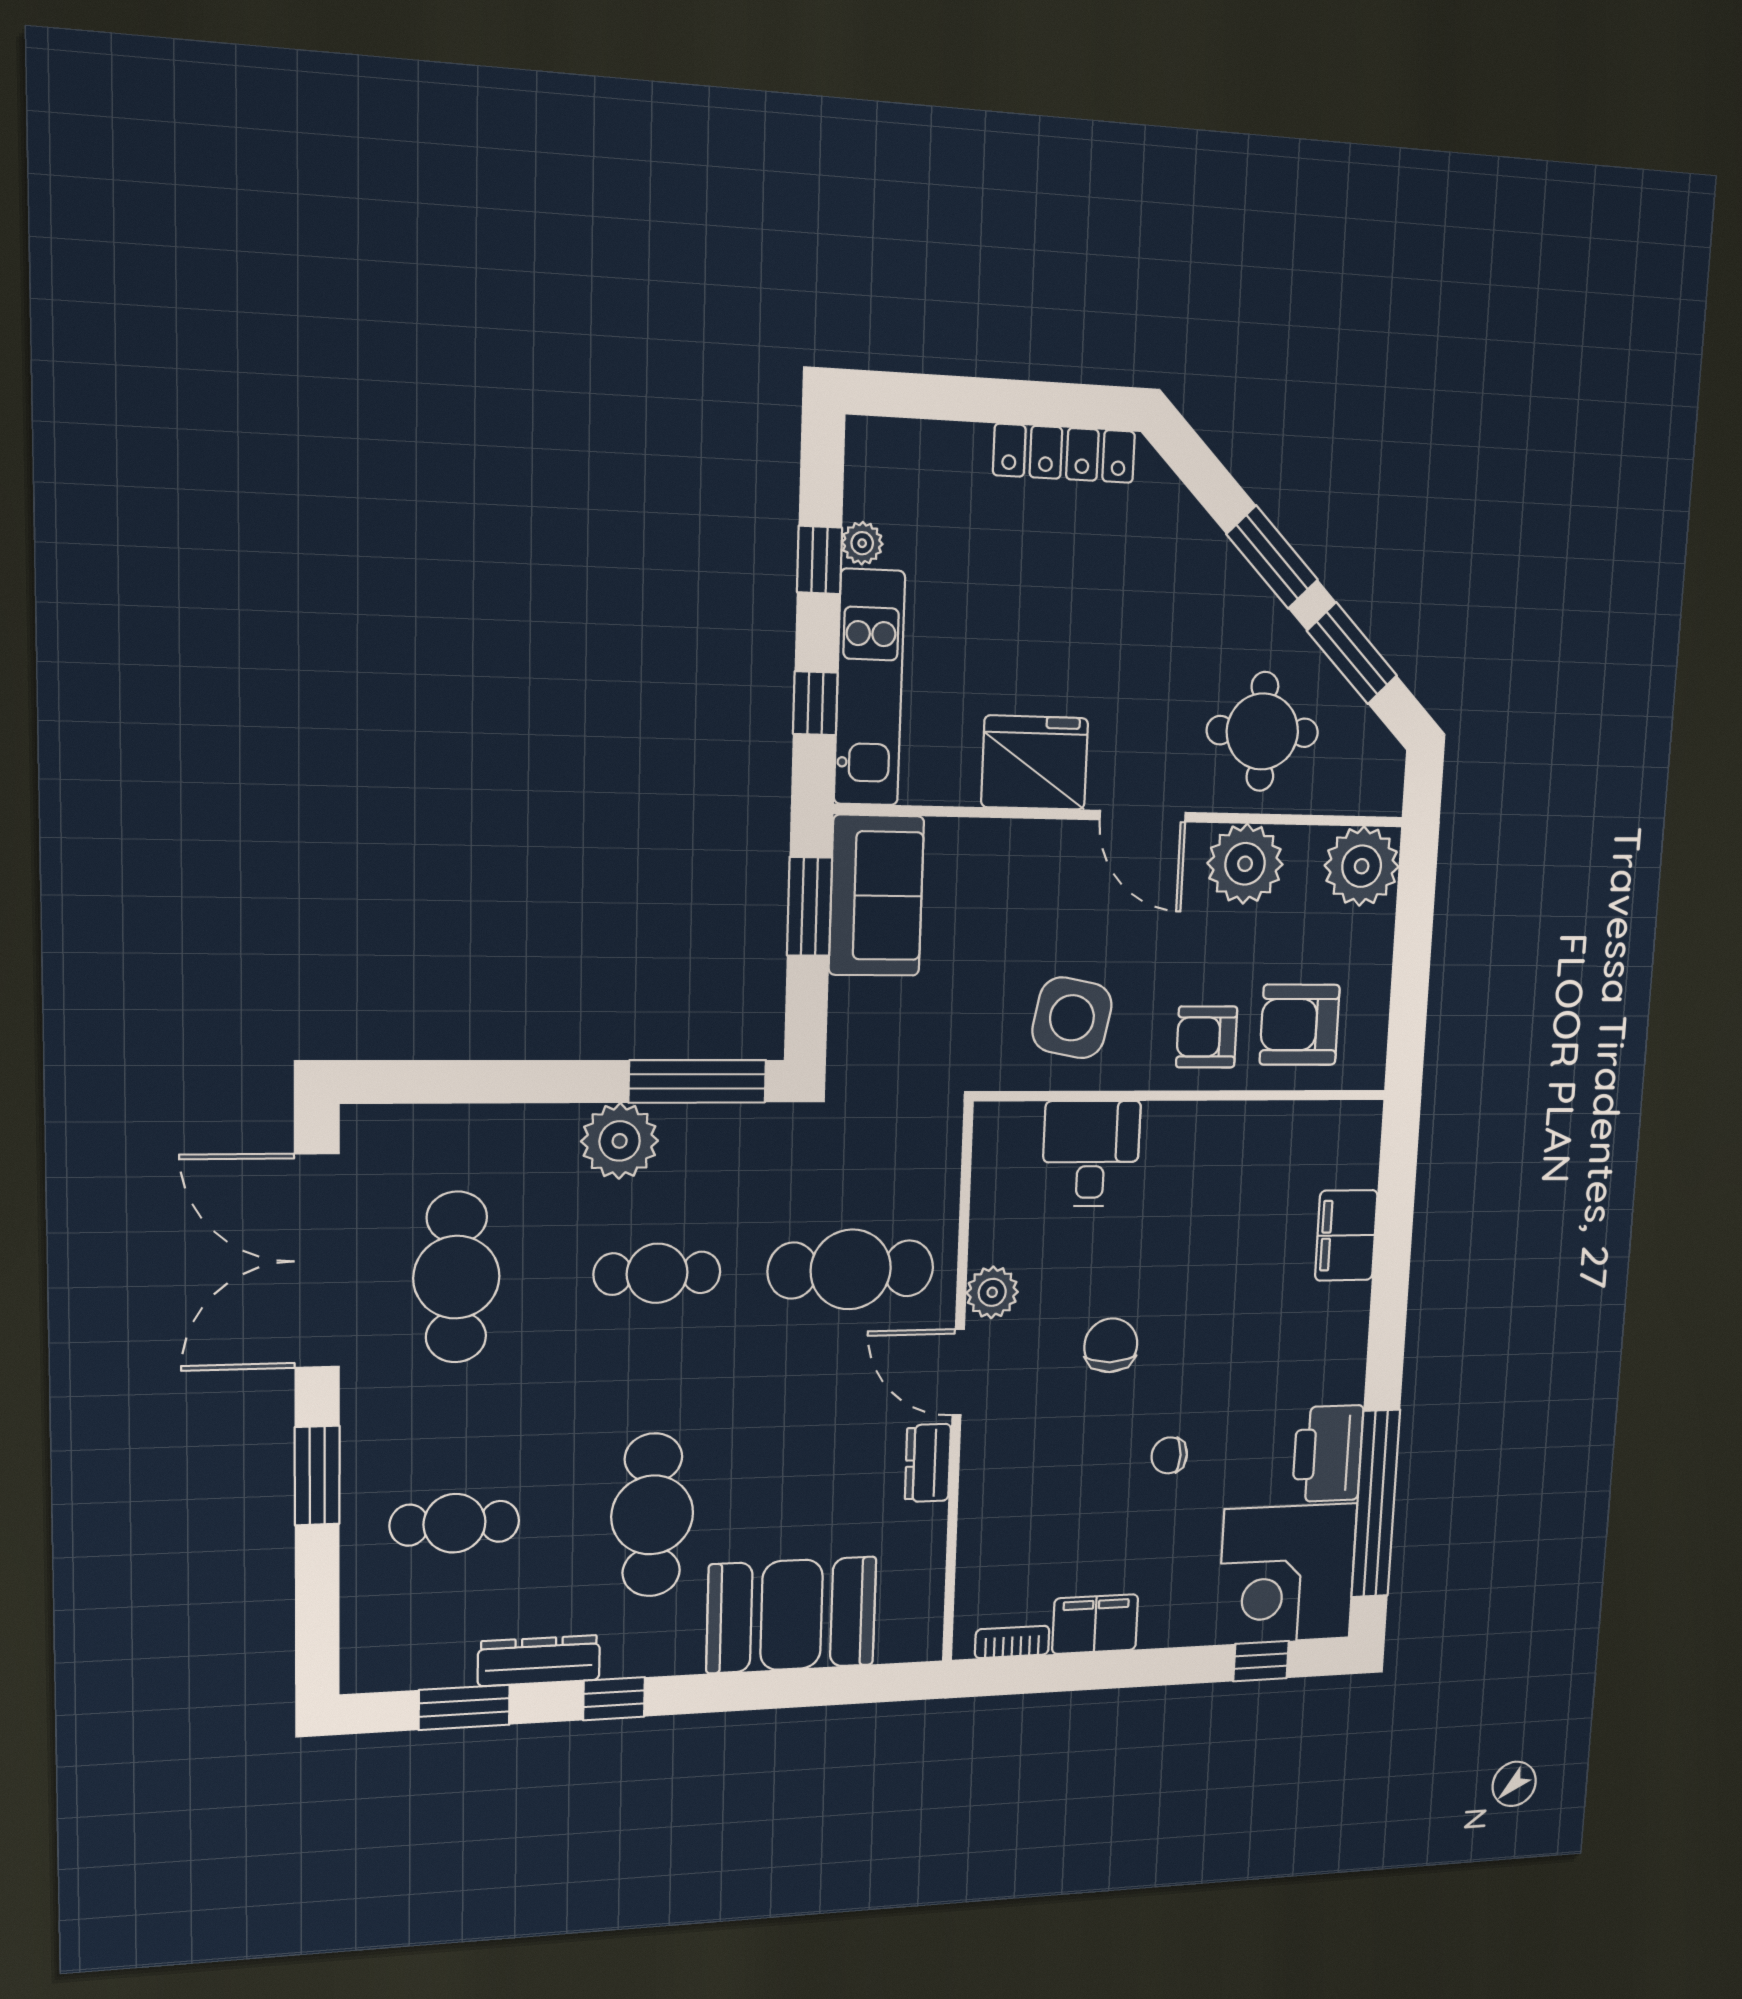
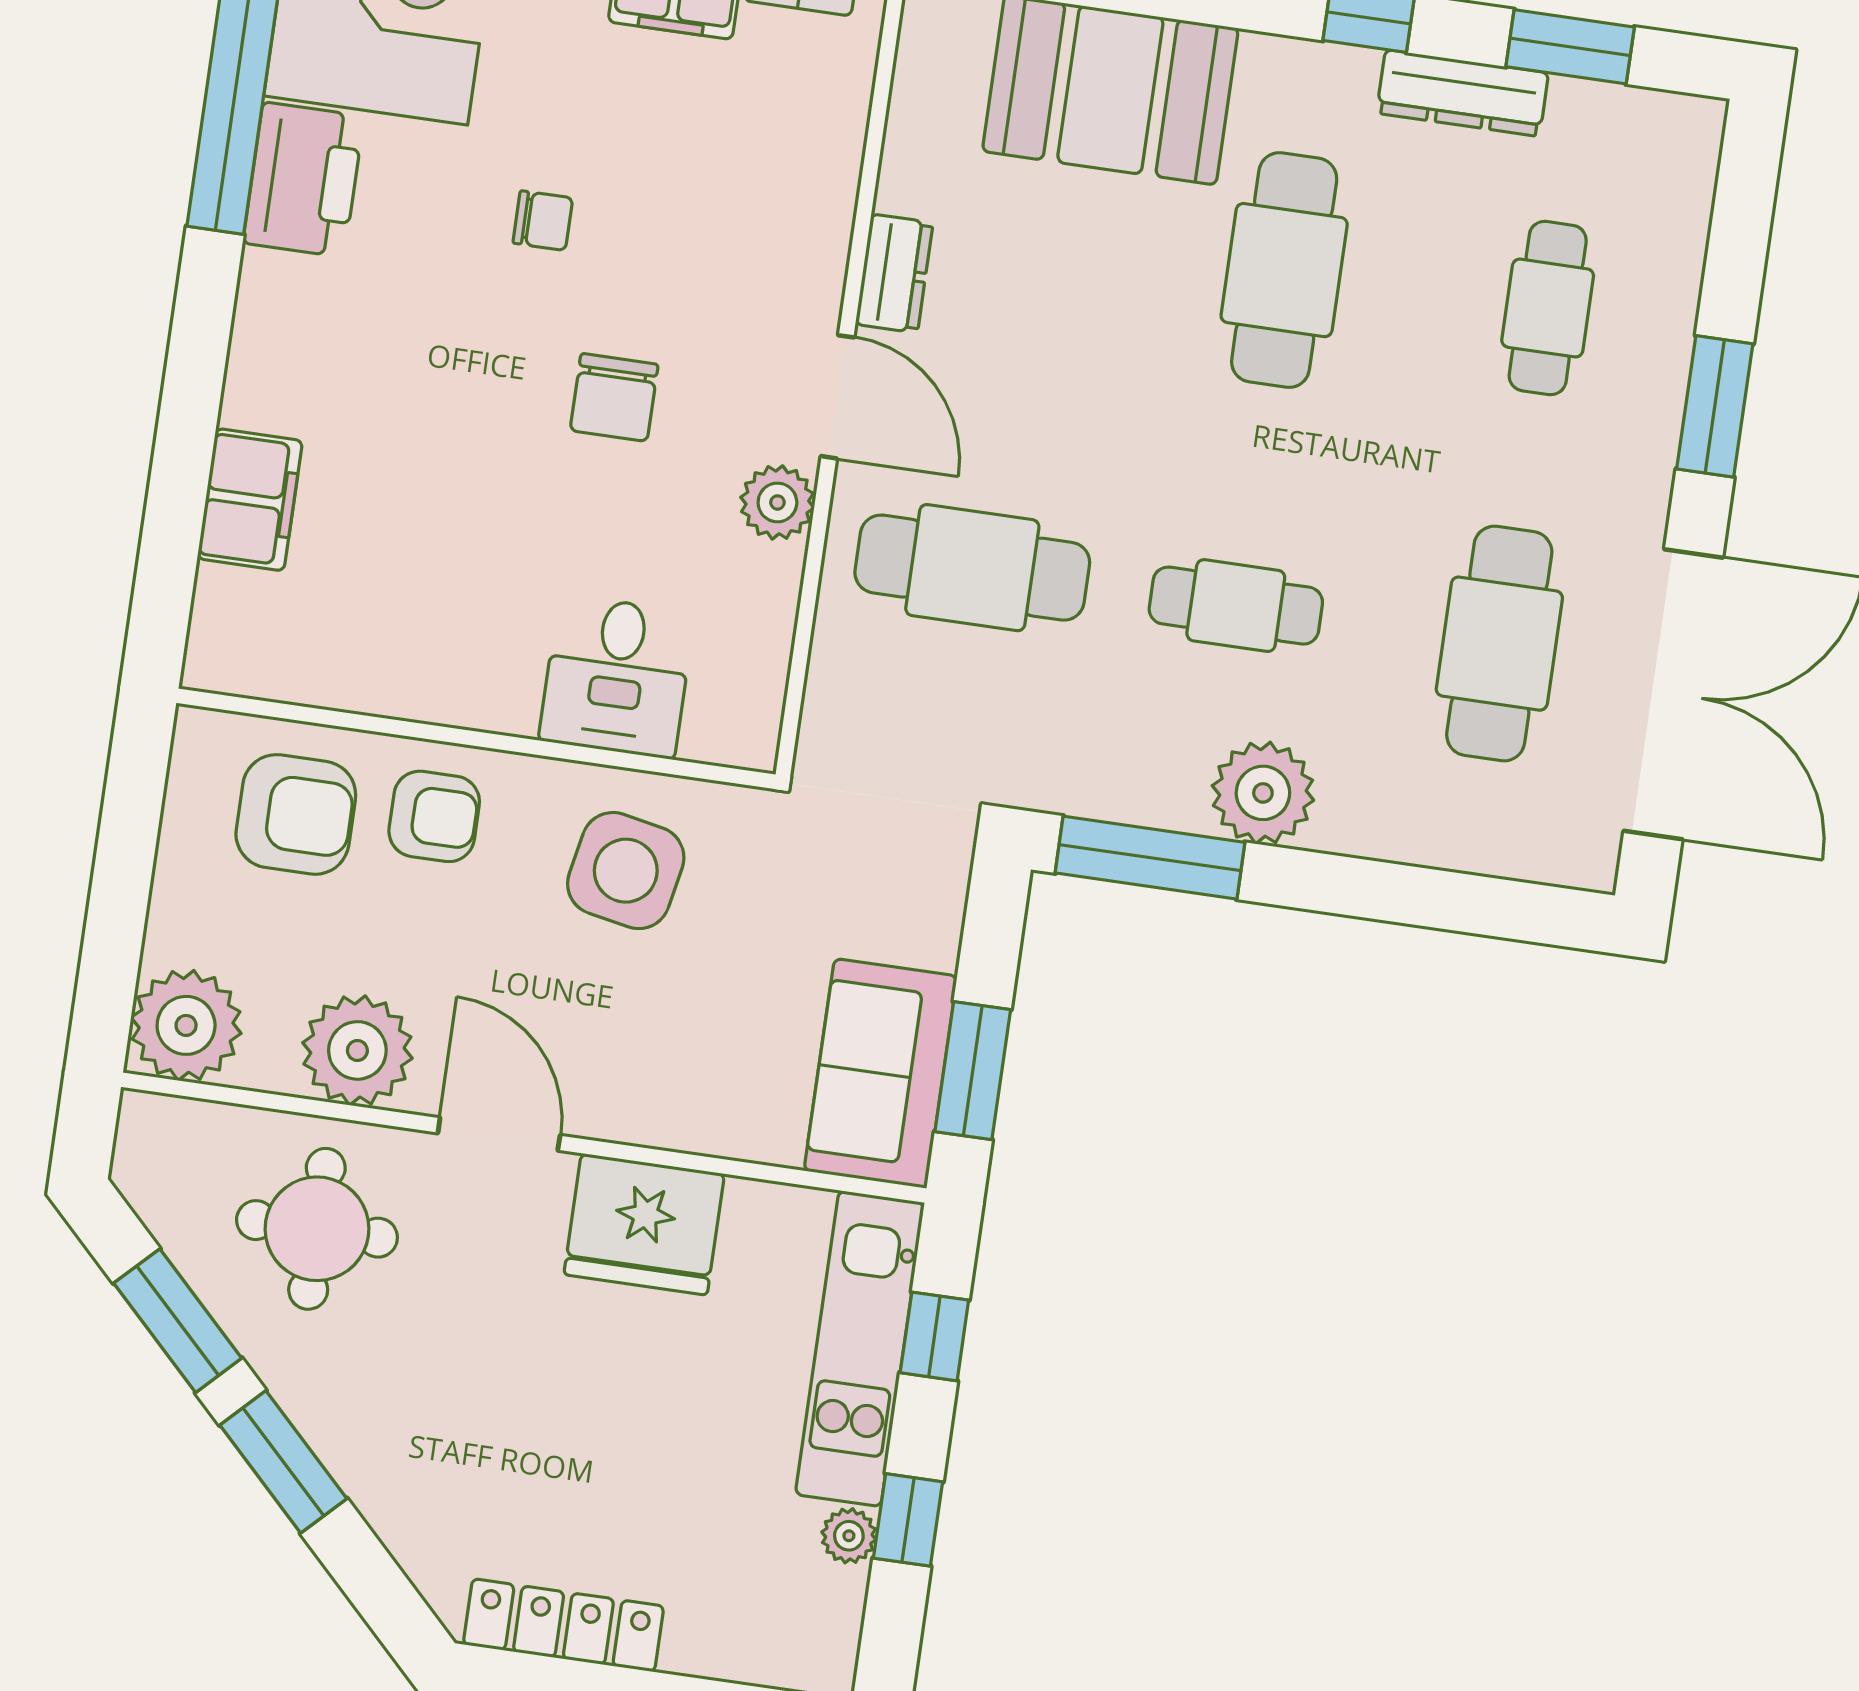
cafe table: (455, 1523) -> (1548, 308), turned 90

